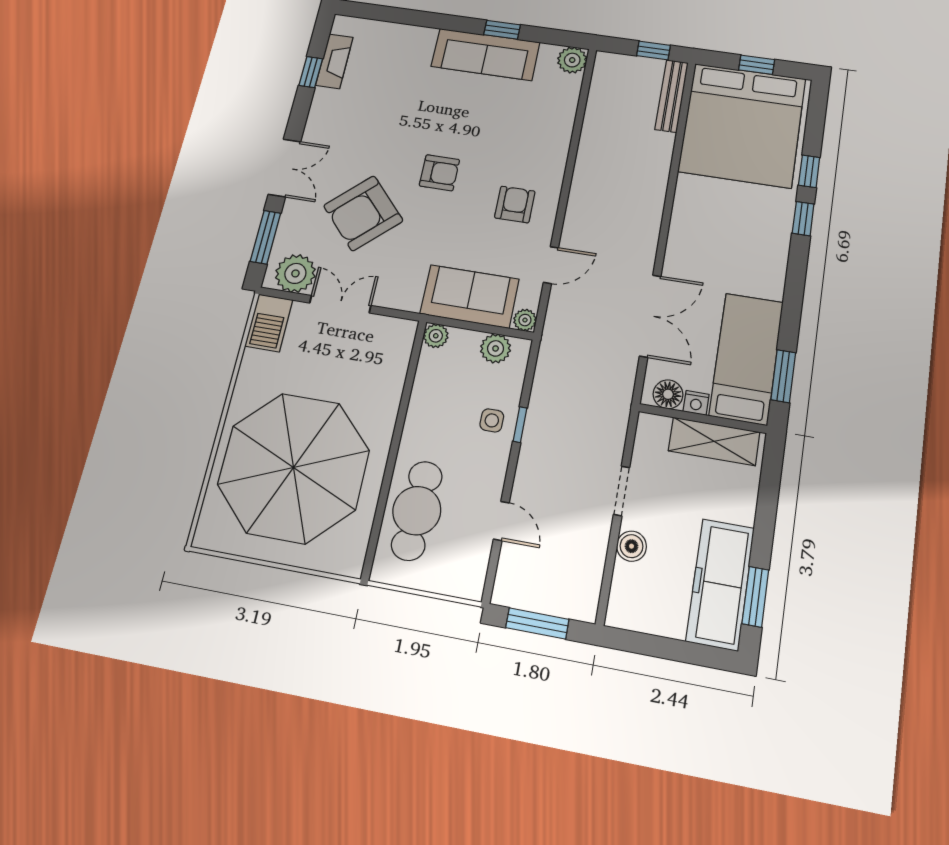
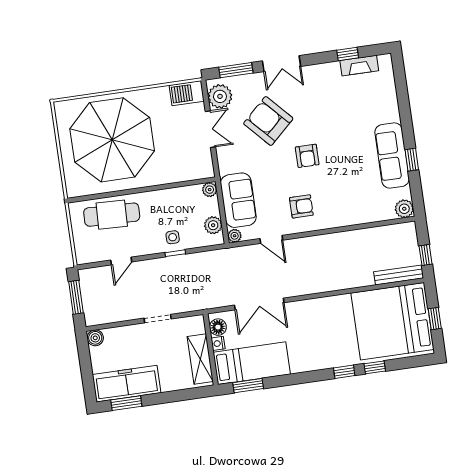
boiler: (632, 546) -> (95, 338), moved

